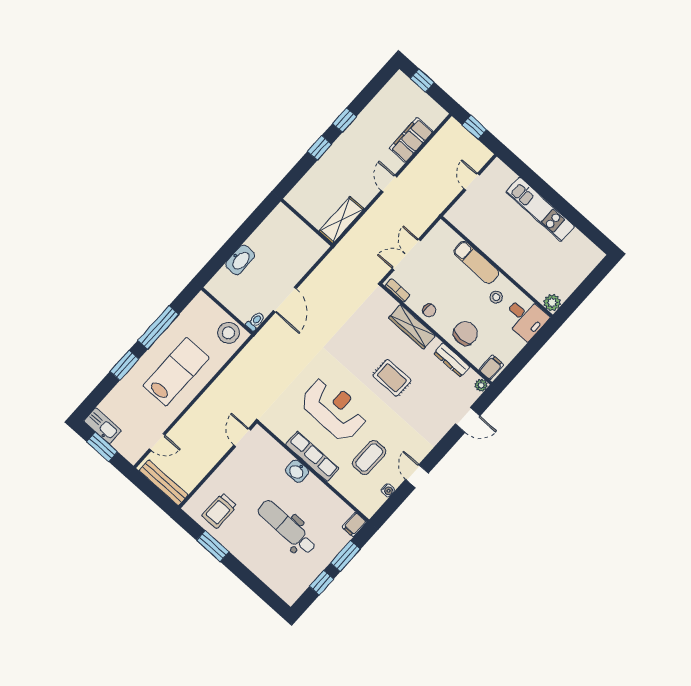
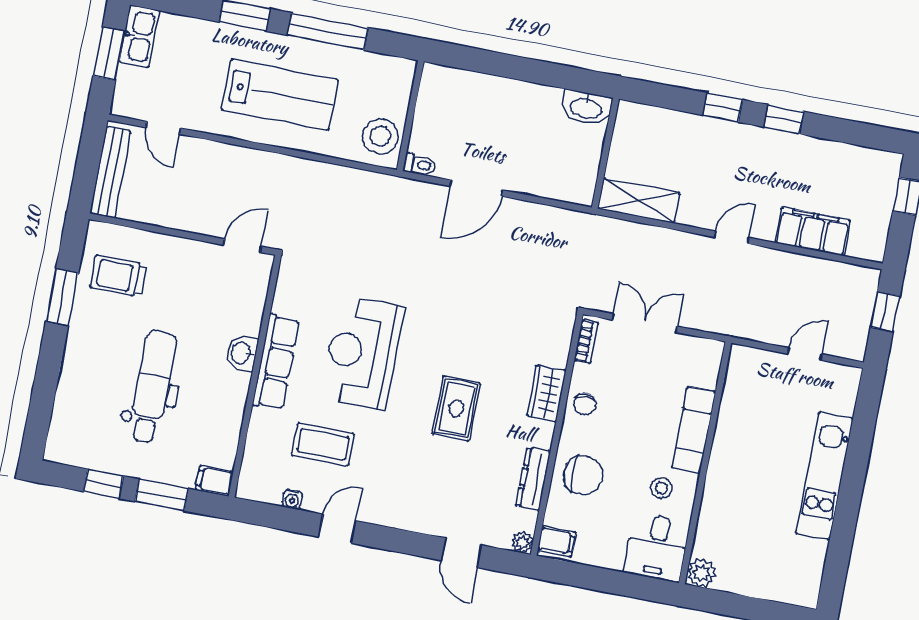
washbasin: (240, 260) -> (586, 108), moved
wardrobe: (412, 327) -> (546, 393), width x0.67
reception desk: (334, 409) -> (362, 353), turned 180

